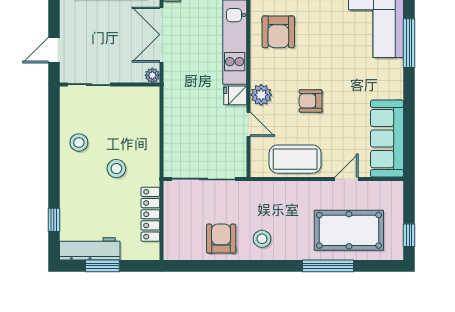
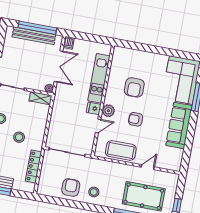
armchair: (278, 32) -> (134, 87), moved
double door: (162, 35) -> (59, 66), swing flipped
shelving: (141, 95) -> (41, 98), added
door: (248, 124) -> (98, 126), hinge flipped
sofa: (387, 139) -> (179, 125), moved

